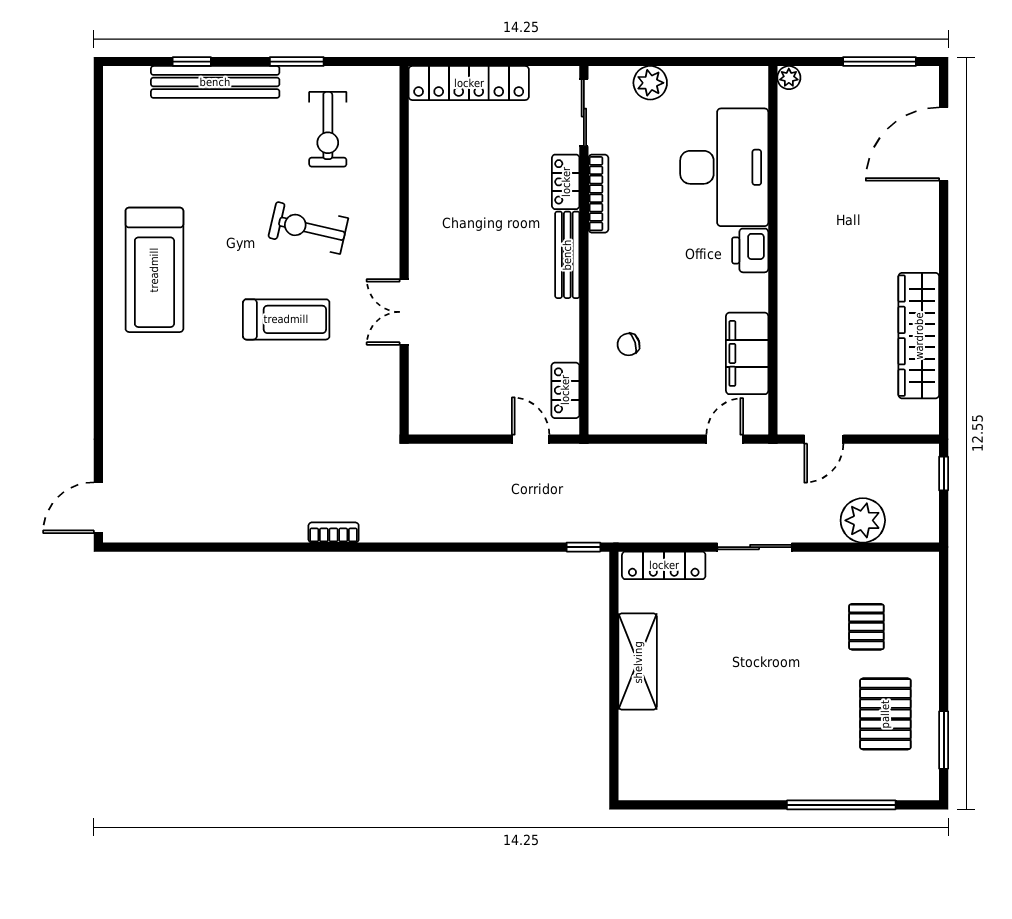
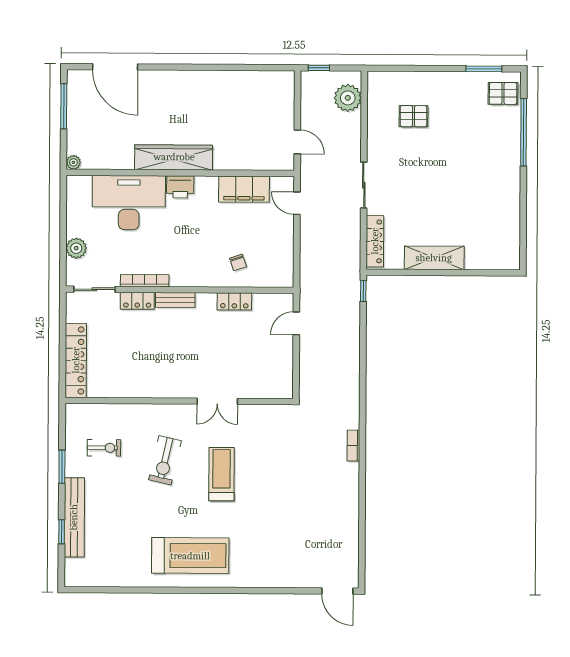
exercise bike: (328, 129) -> (104, 448), width x0.73, depth x0.72
bench: (567, 255) -> (175, 300), width x0.73
wardrobe: (919, 336) -> (174, 157), moved, turned 180
locker: (565, 390) -> (234, 301), moved
plant: (863, 520) -> (348, 98), moved
pallet: (885, 714) -> (503, 93), moved, width x0.67, depth x0.71

